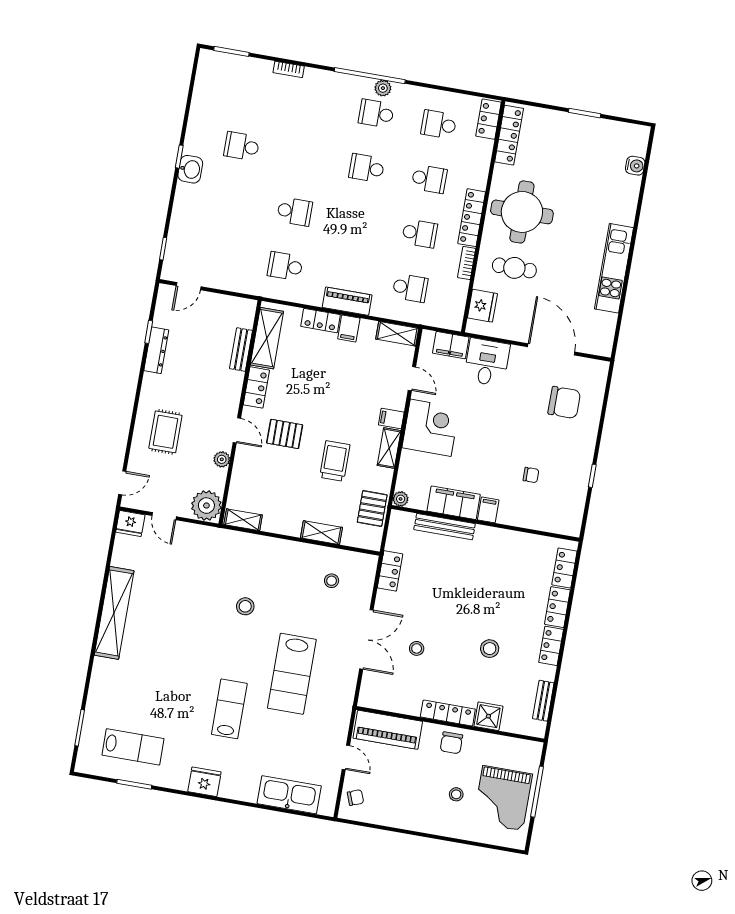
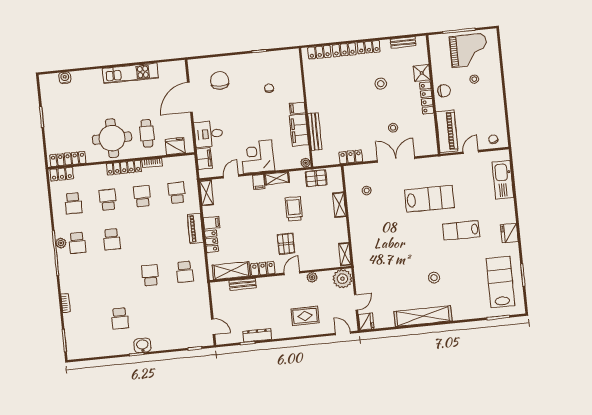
trolley: (335, 461) -> (294, 209), turned 90
stool: (245, 606) -> (434, 278), moved
lab bench: (133, 747) -> (500, 282), width x1.36, depth x1.39

